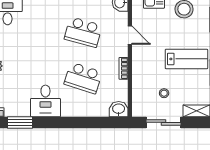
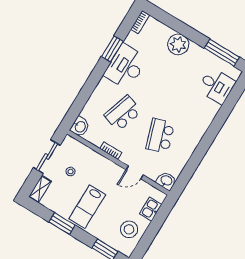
school desk: (83, 32) -> (160, 136), turned -33
desk: (45, 101) -> (126, 67), width x1.37
window: (20, 122) -> (112, 49), moved

